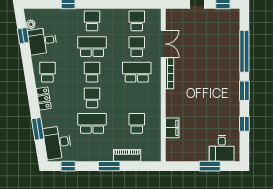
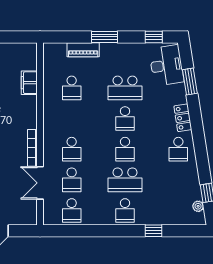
desk: (42, 41) -> (184, 187), removed
school desk: (137, 72) -> (72, 149), width x0.54

